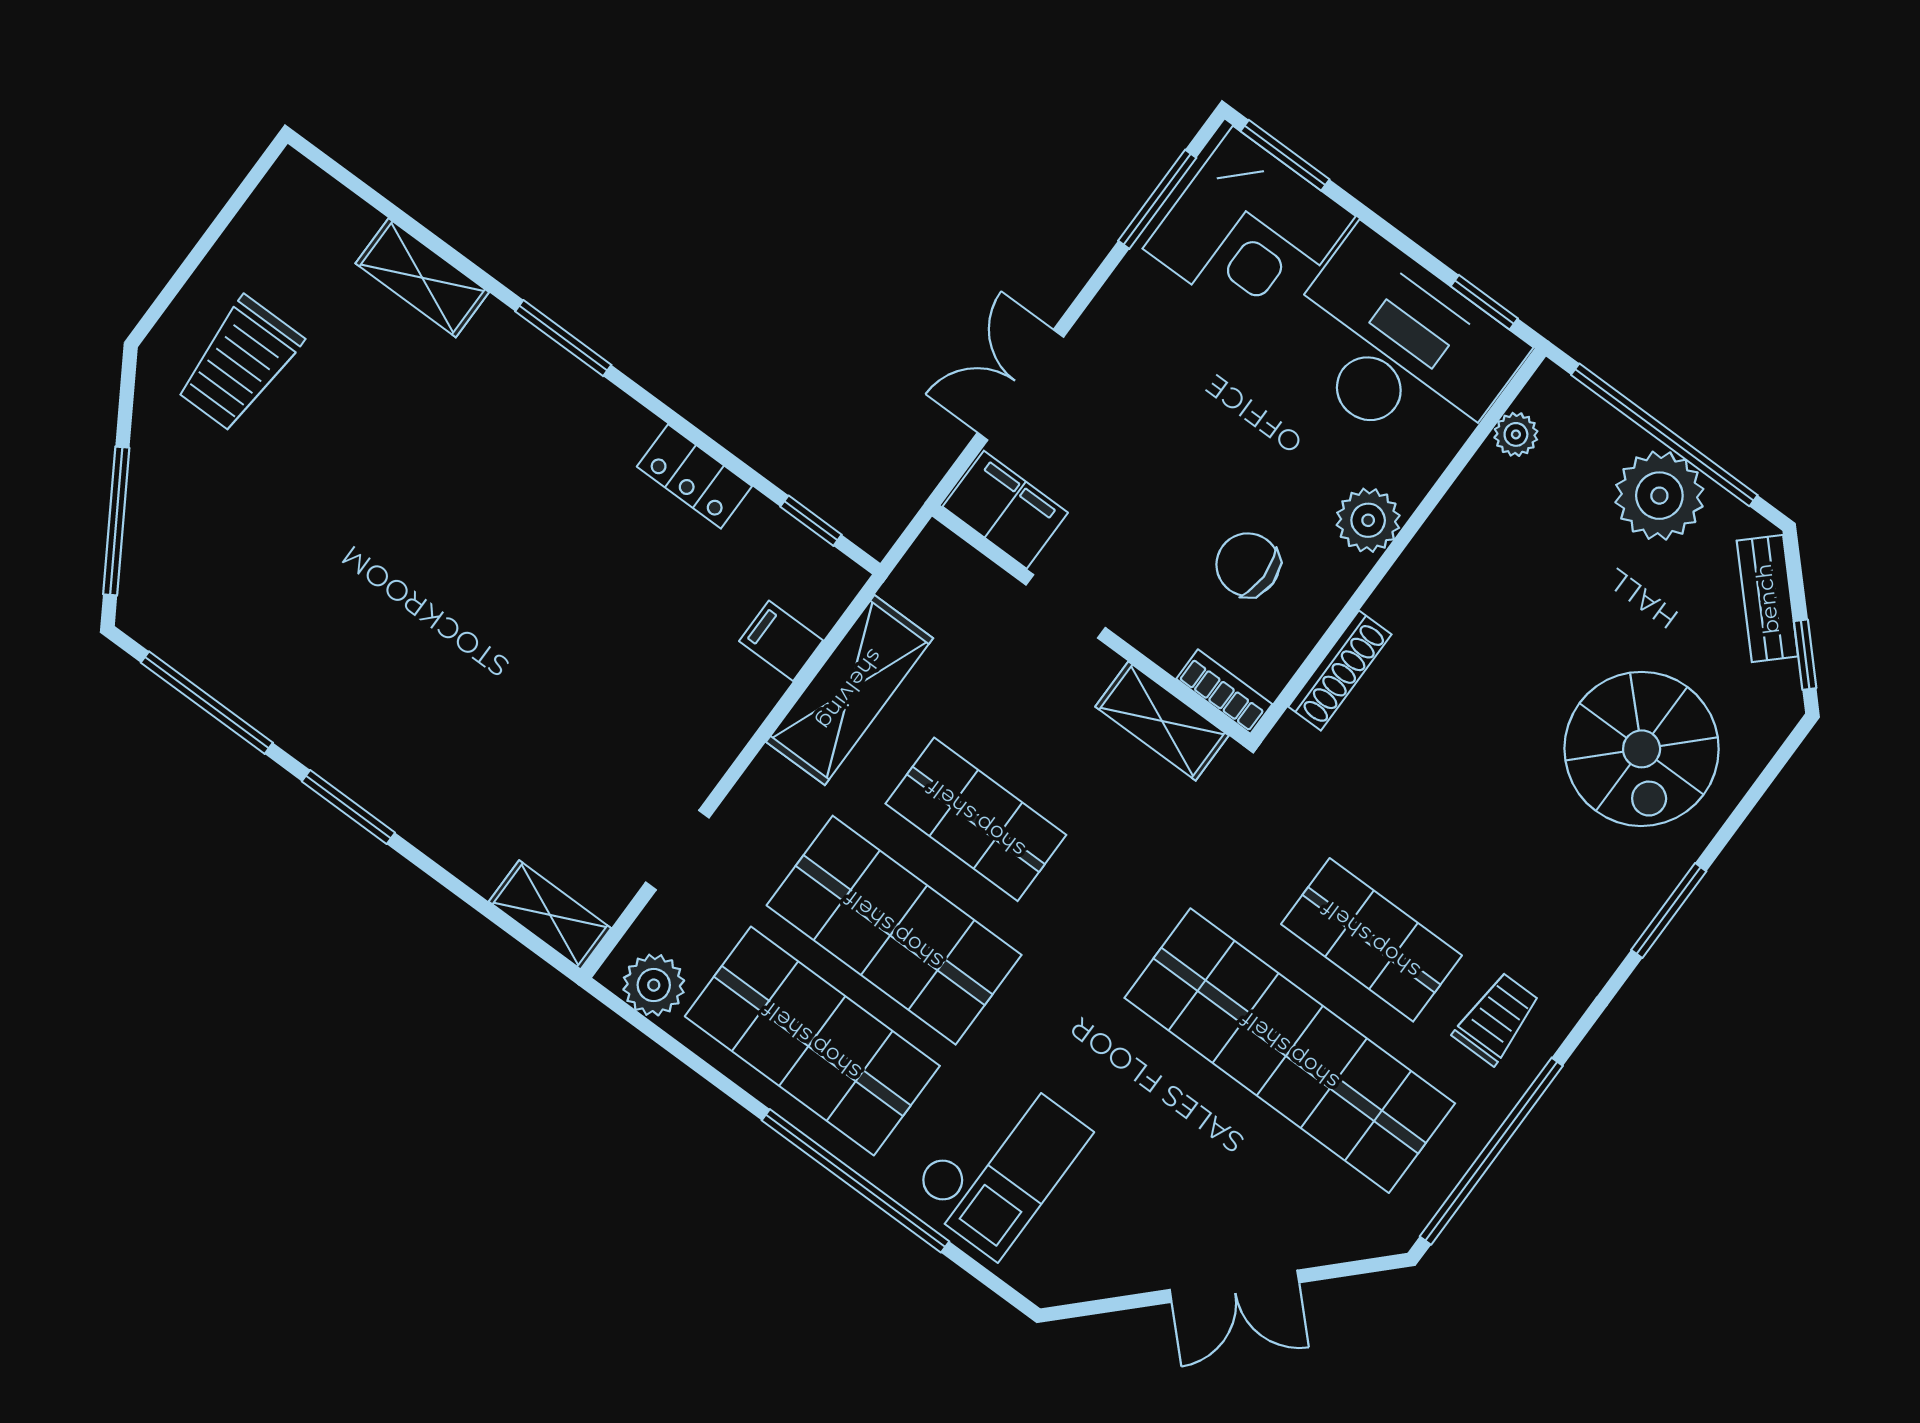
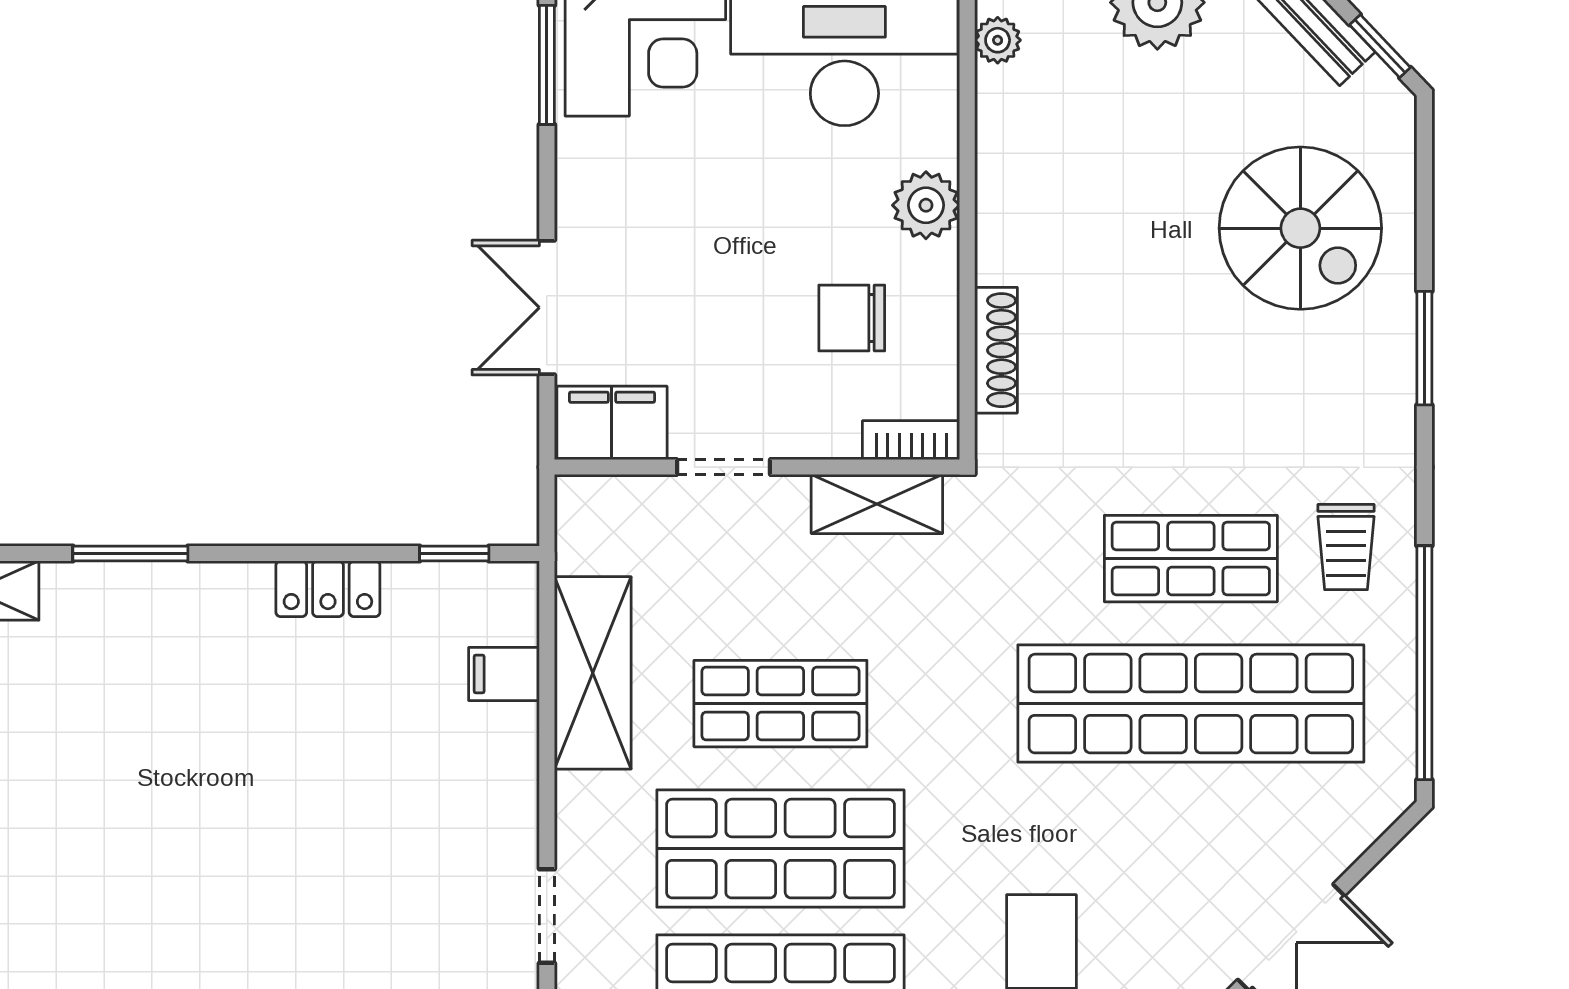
trolley: (1497, 1019) -> (1346, 547), turned 180

